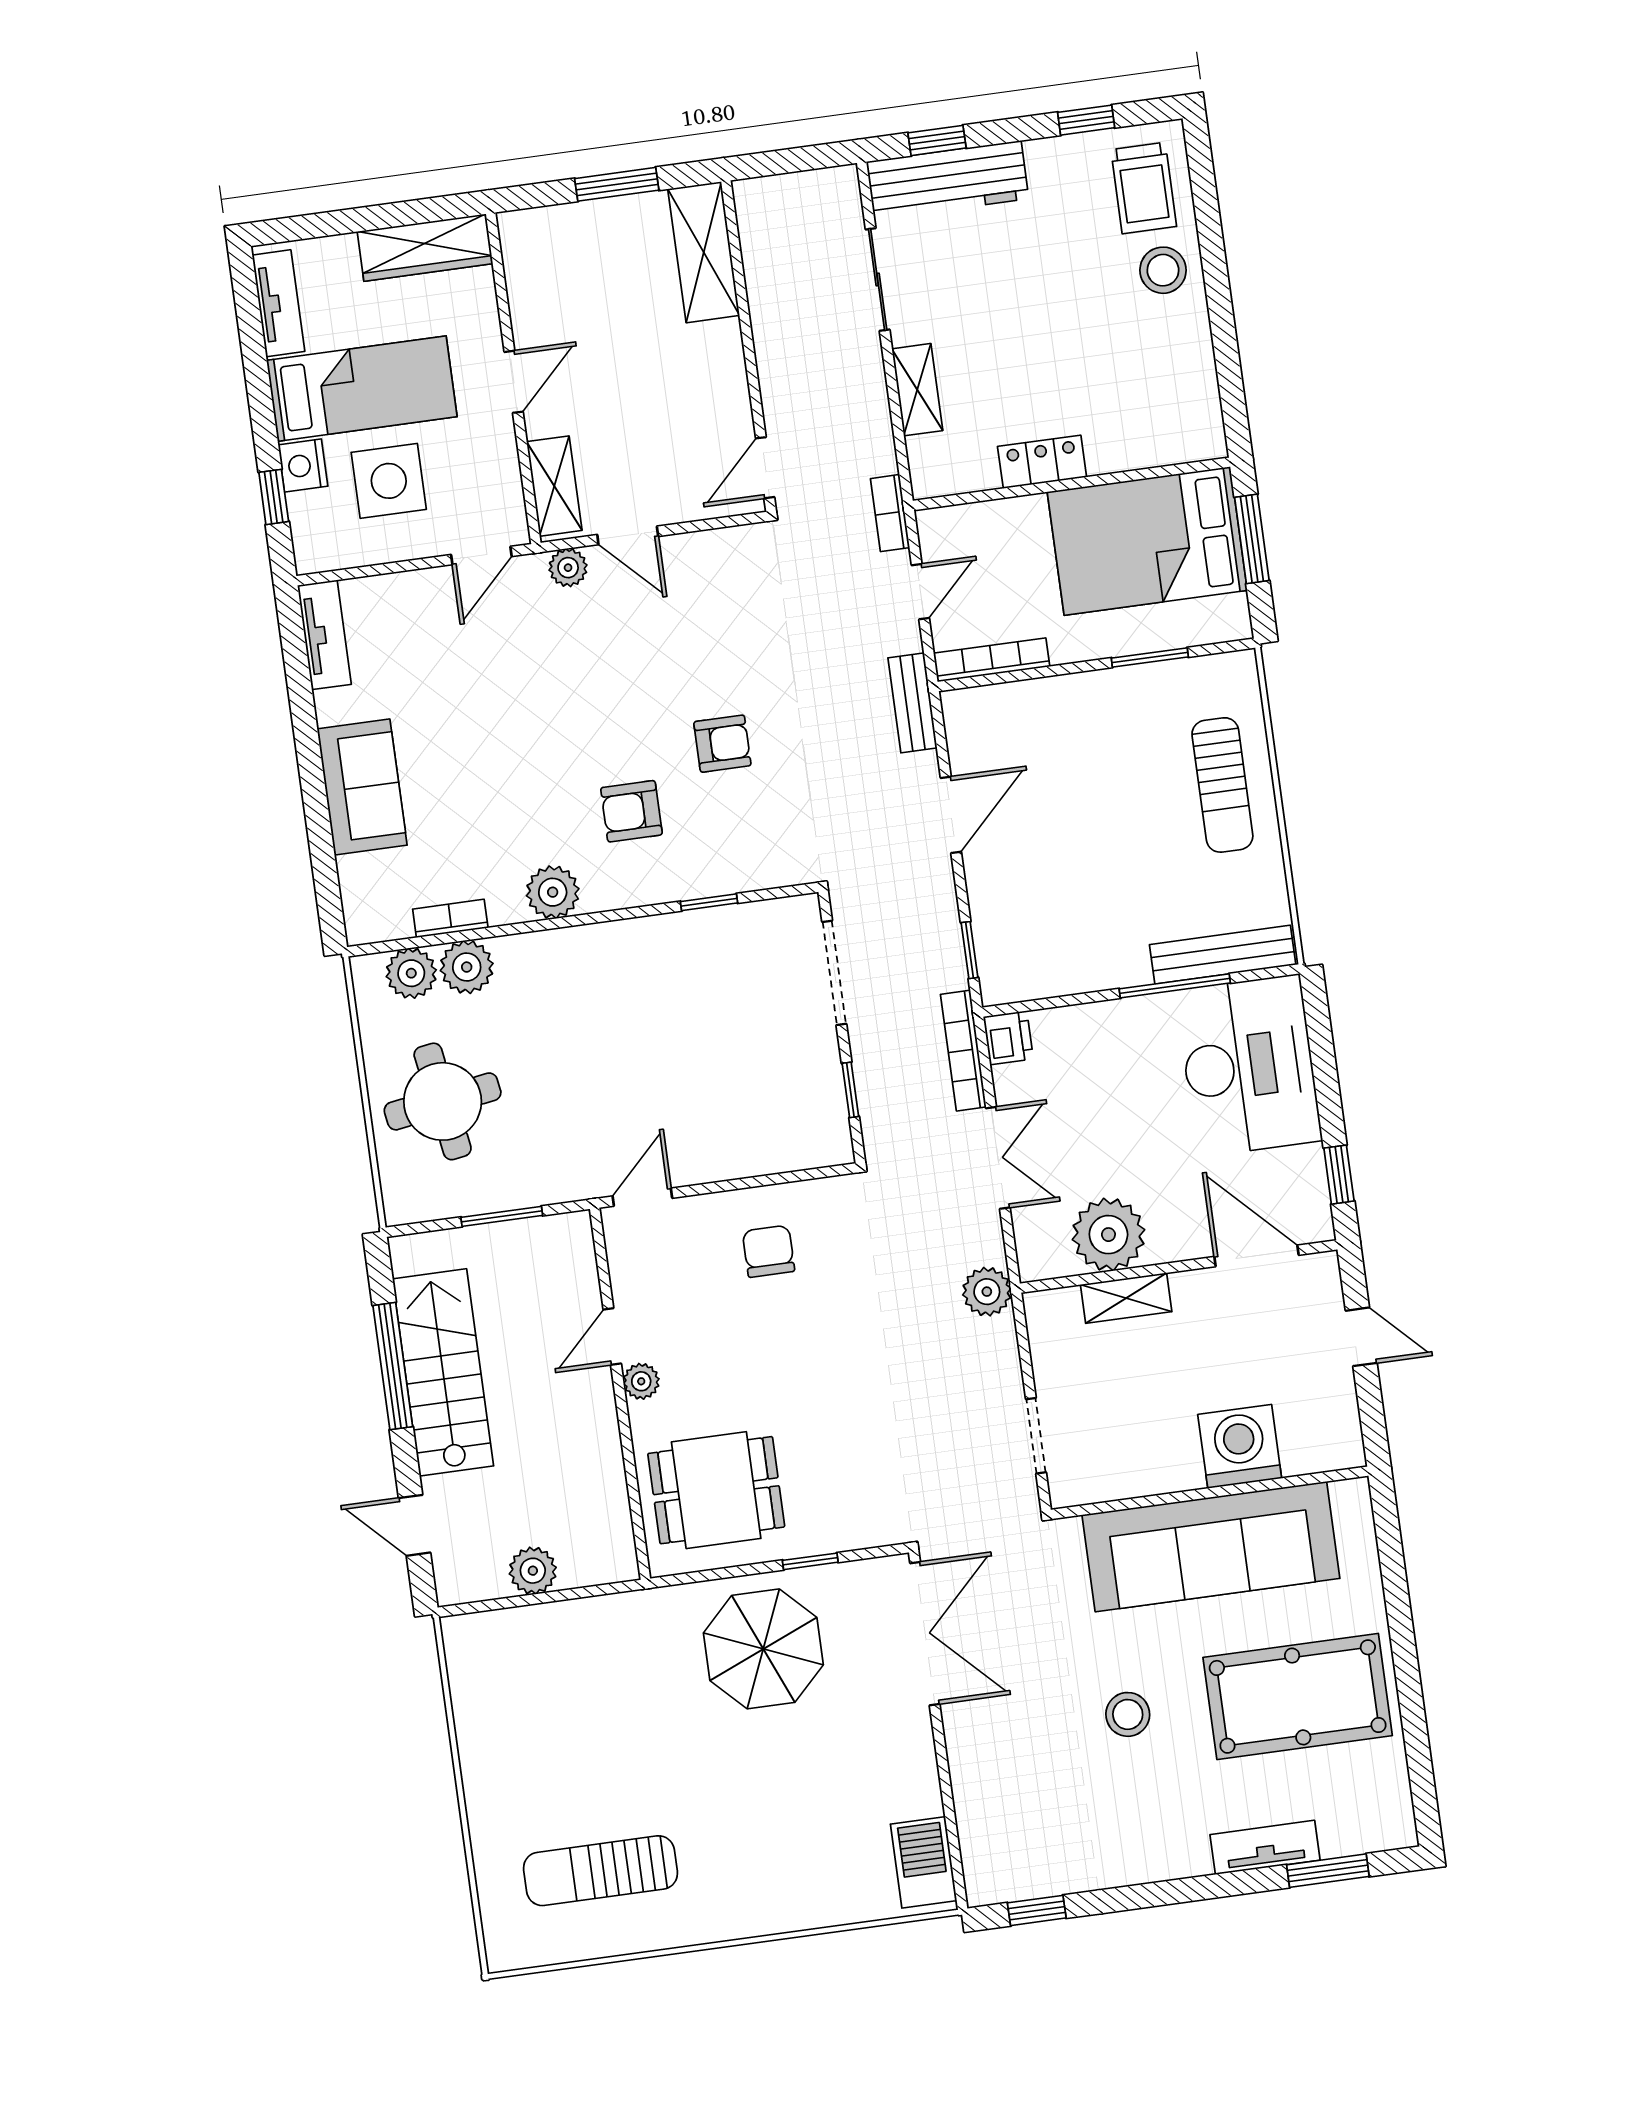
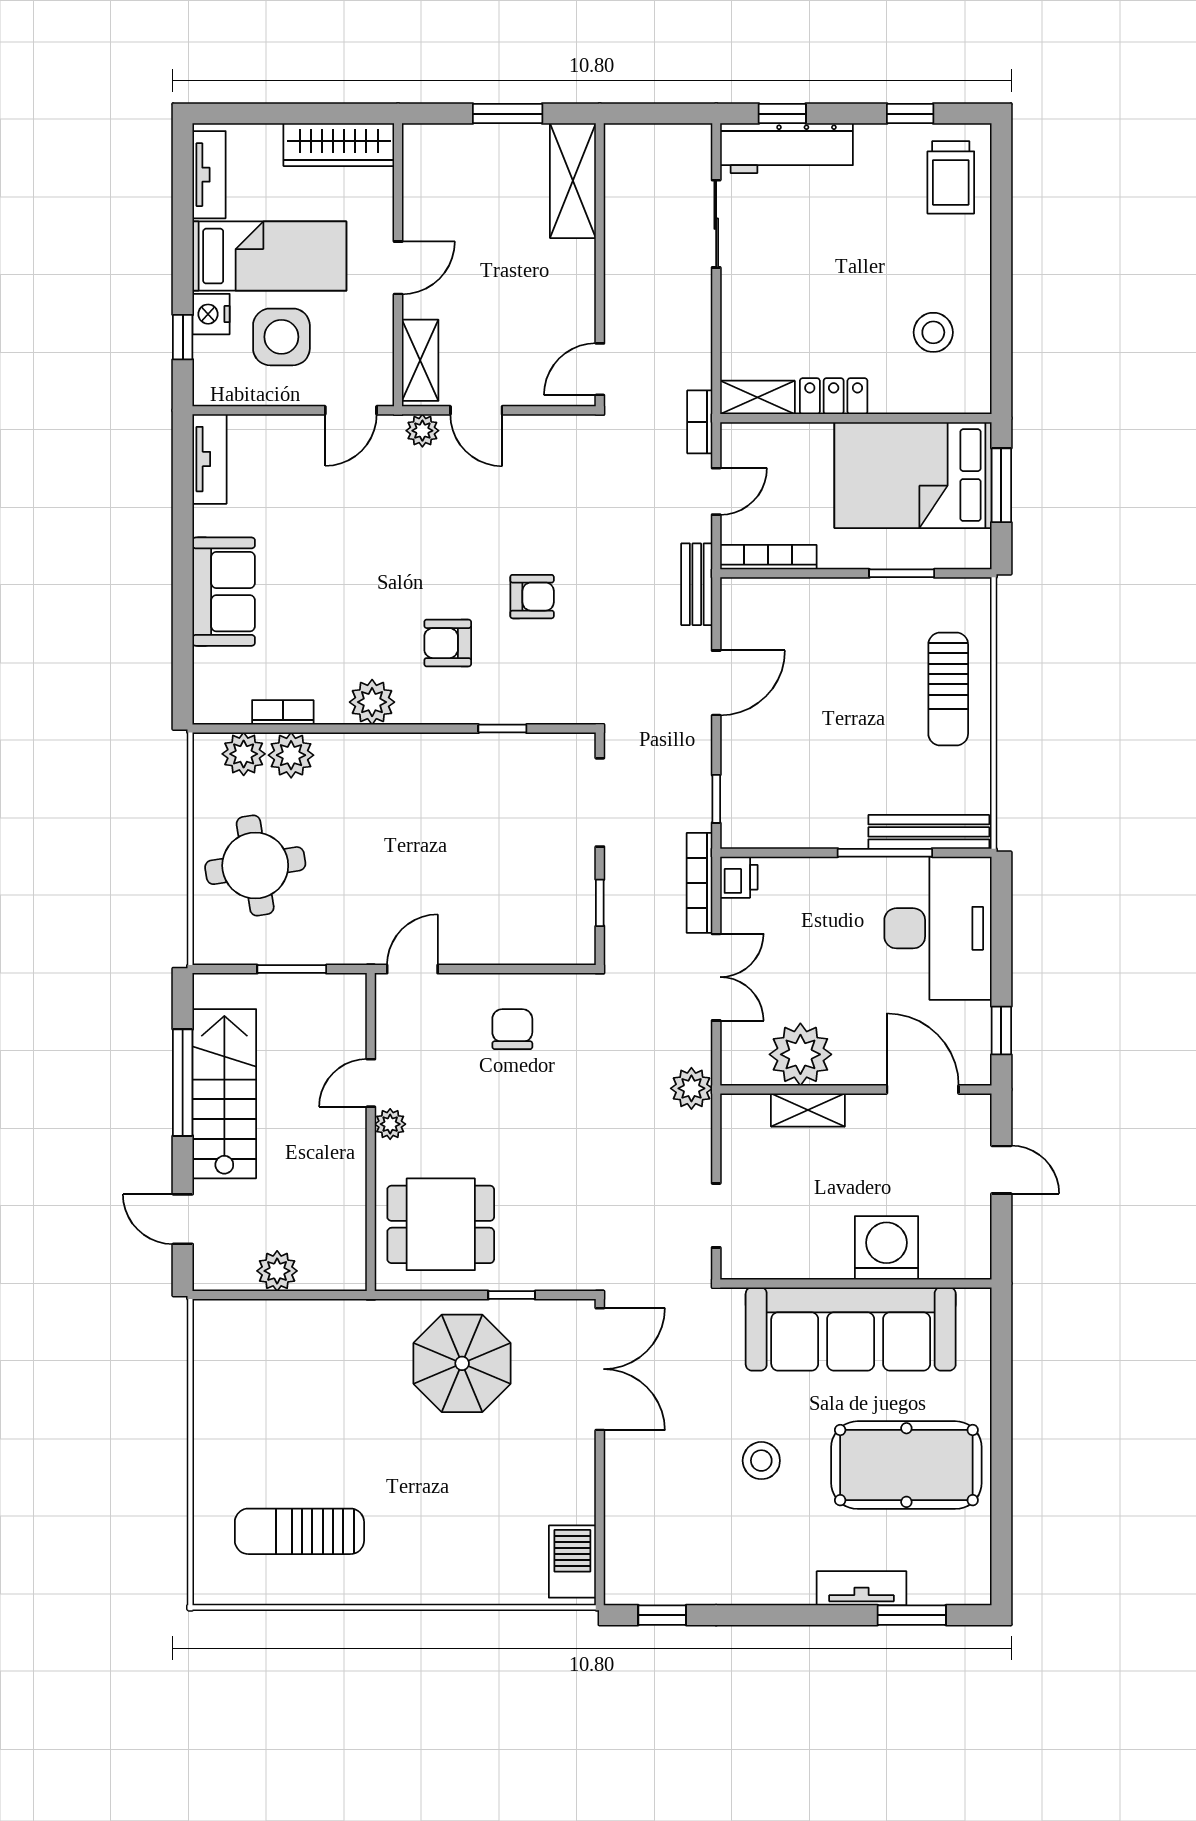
stool: (1163, 270) -> (933, 332), moved
shelving: (917, 390) -> (757, 397), moved, turned 90

